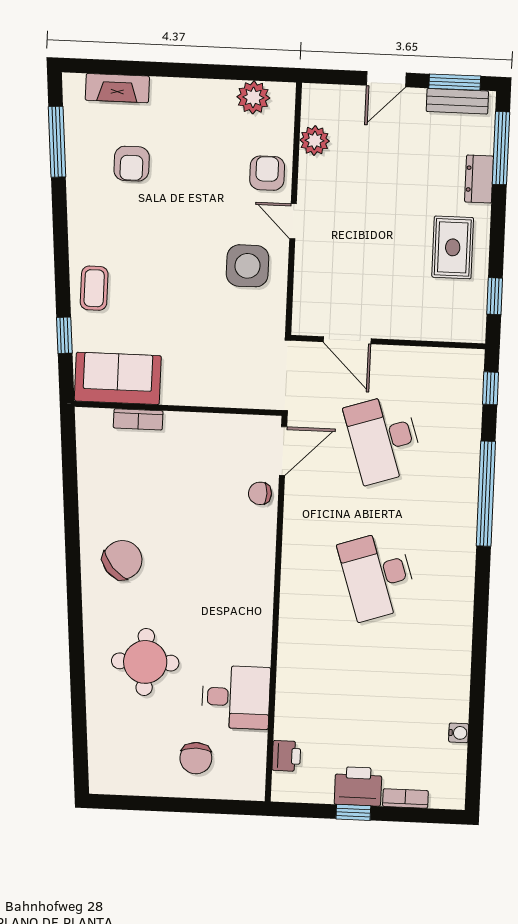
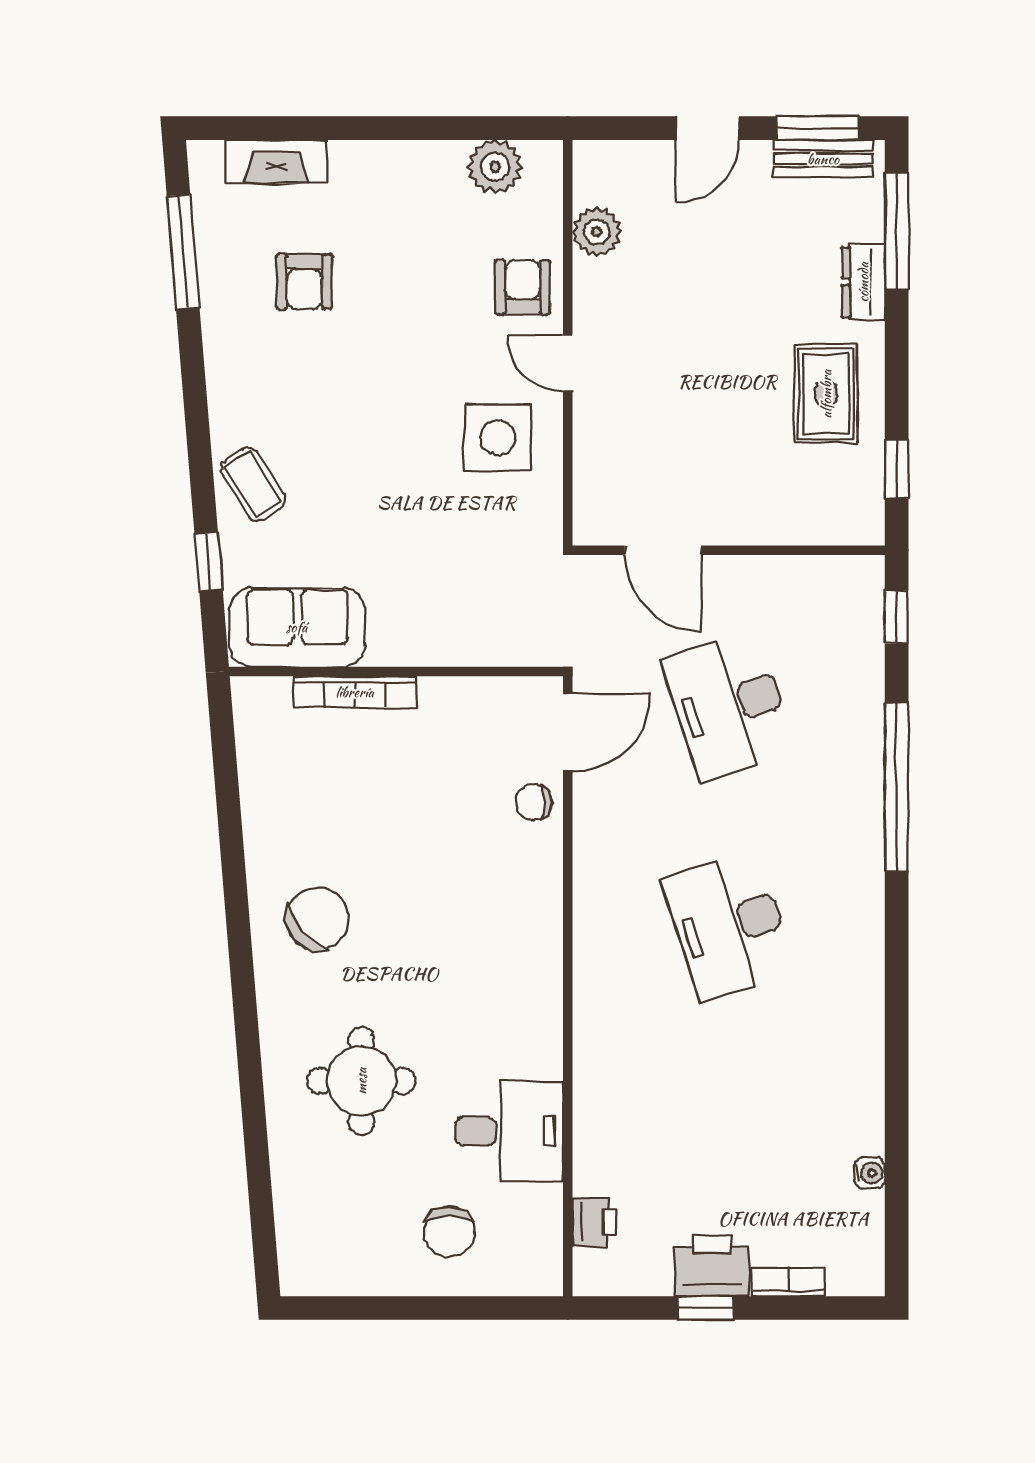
coffee table: (94, 288) -> (253, 484), turned -32
bookcase: (138, 419) -> (355, 692), width x1.56

